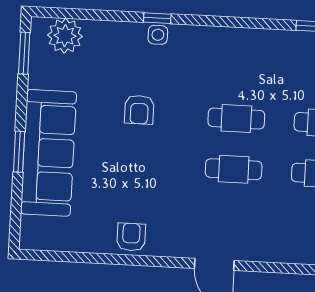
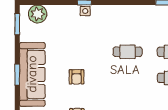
armchair: (139, 110) -> (77, 77), moved
cafe table: (234, 169) -> (128, 78), removed

